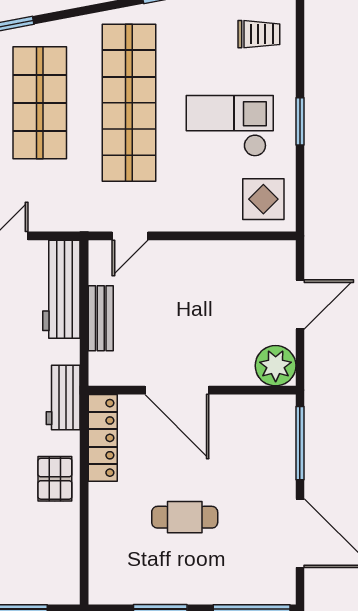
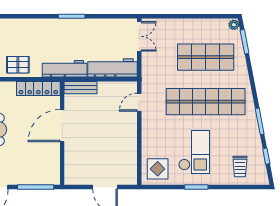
door: (130, 236) -> (139, 102), hinge flipped
bench: (101, 318) -> (81, 88), moved
plant: (276, 366) -> (74, 175), removed
workbench: (63, 397) -> (65, 69), width x1.38

